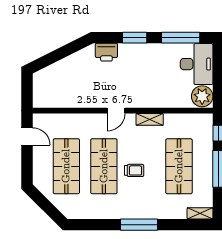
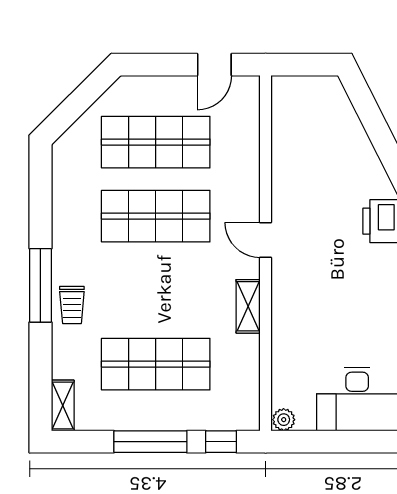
plant: (202, 96) -> (284, 420), width x0.53, depth x0.53
trolley: (134, 170) -> (72, 305), moved

